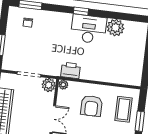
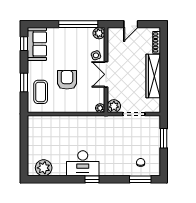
plant: (115, 28) -> (44, 168), moved
printer: (71, 70) -> (95, 122), removed
armchair: (91, 106) -> (67, 80), moved

